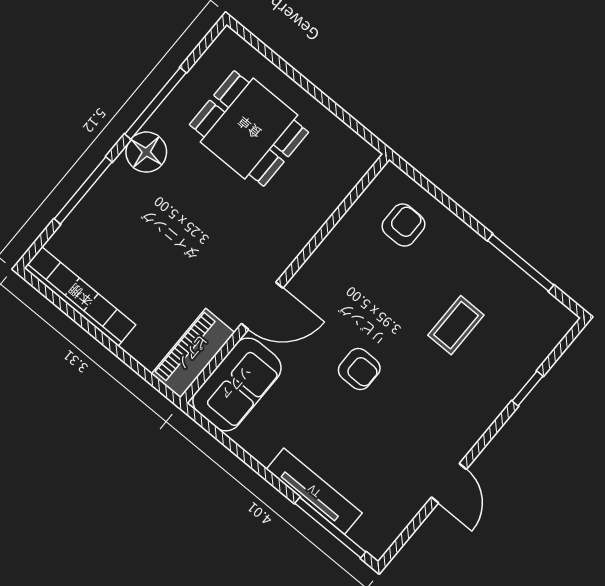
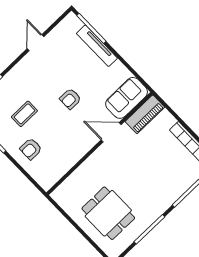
floor lamp: (146, 152) -> (156, 208), removed
armchair: (403, 225) -> (31, 149), moved
armchair: (359, 369) -> (70, 99), turned -90

